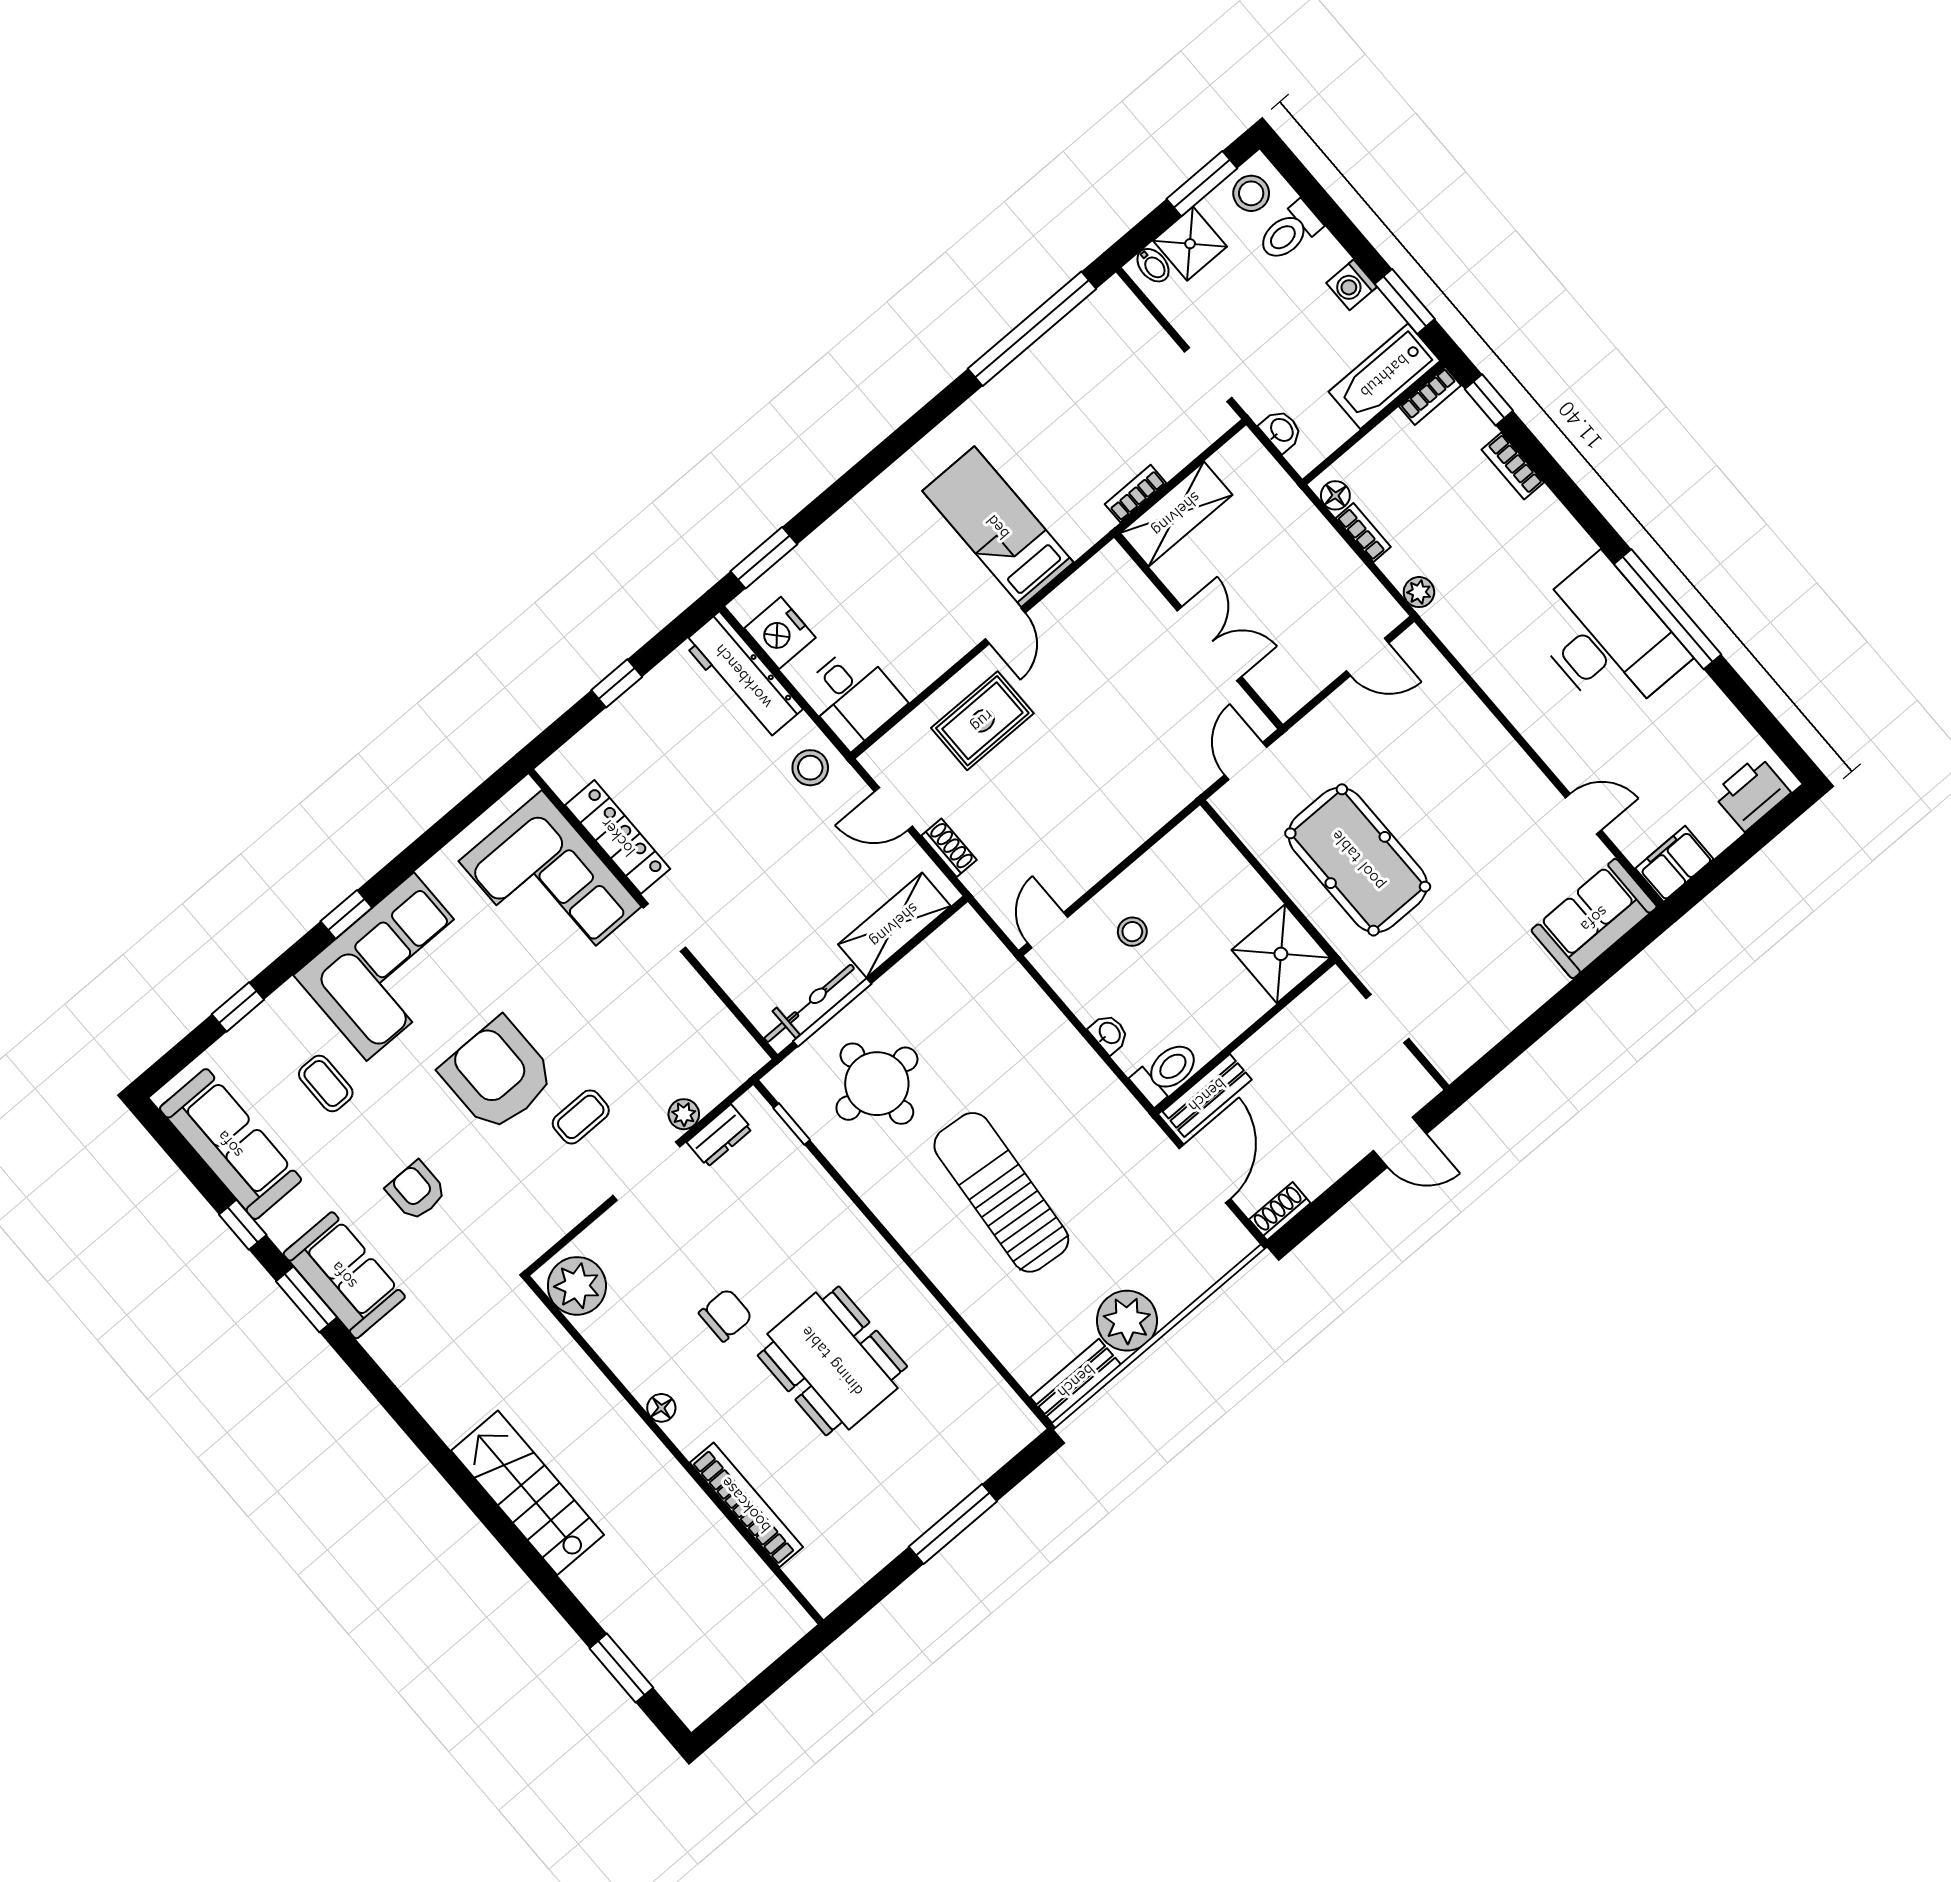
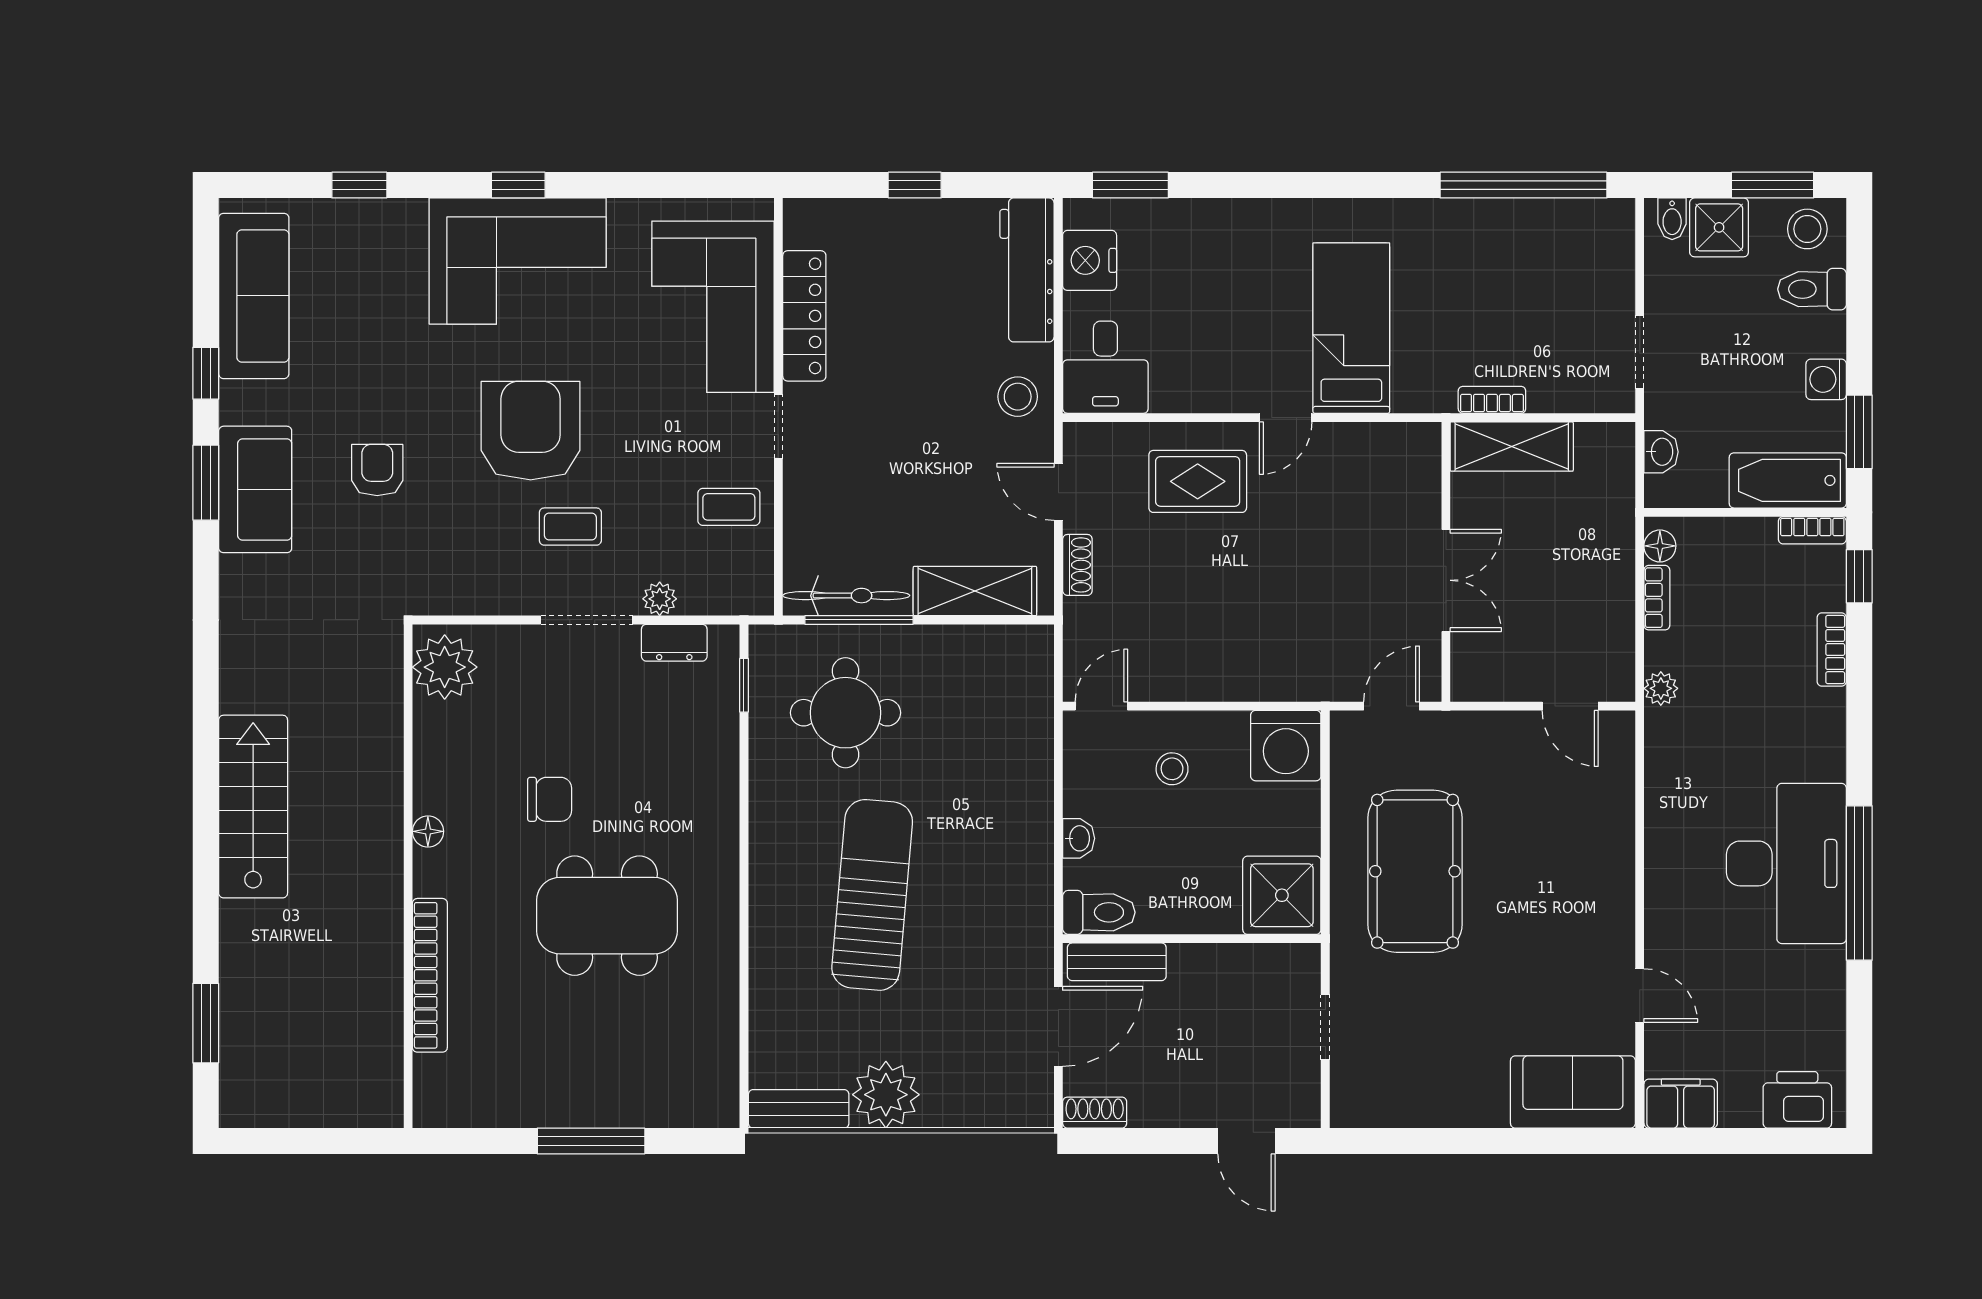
washing machine: (1196, 850) -> (1286, 746), added
coffee table: (326, 1084) -> (729, 507), moved, turned 90
dining table: (832, 1361) -> (607, 916), turned 90

